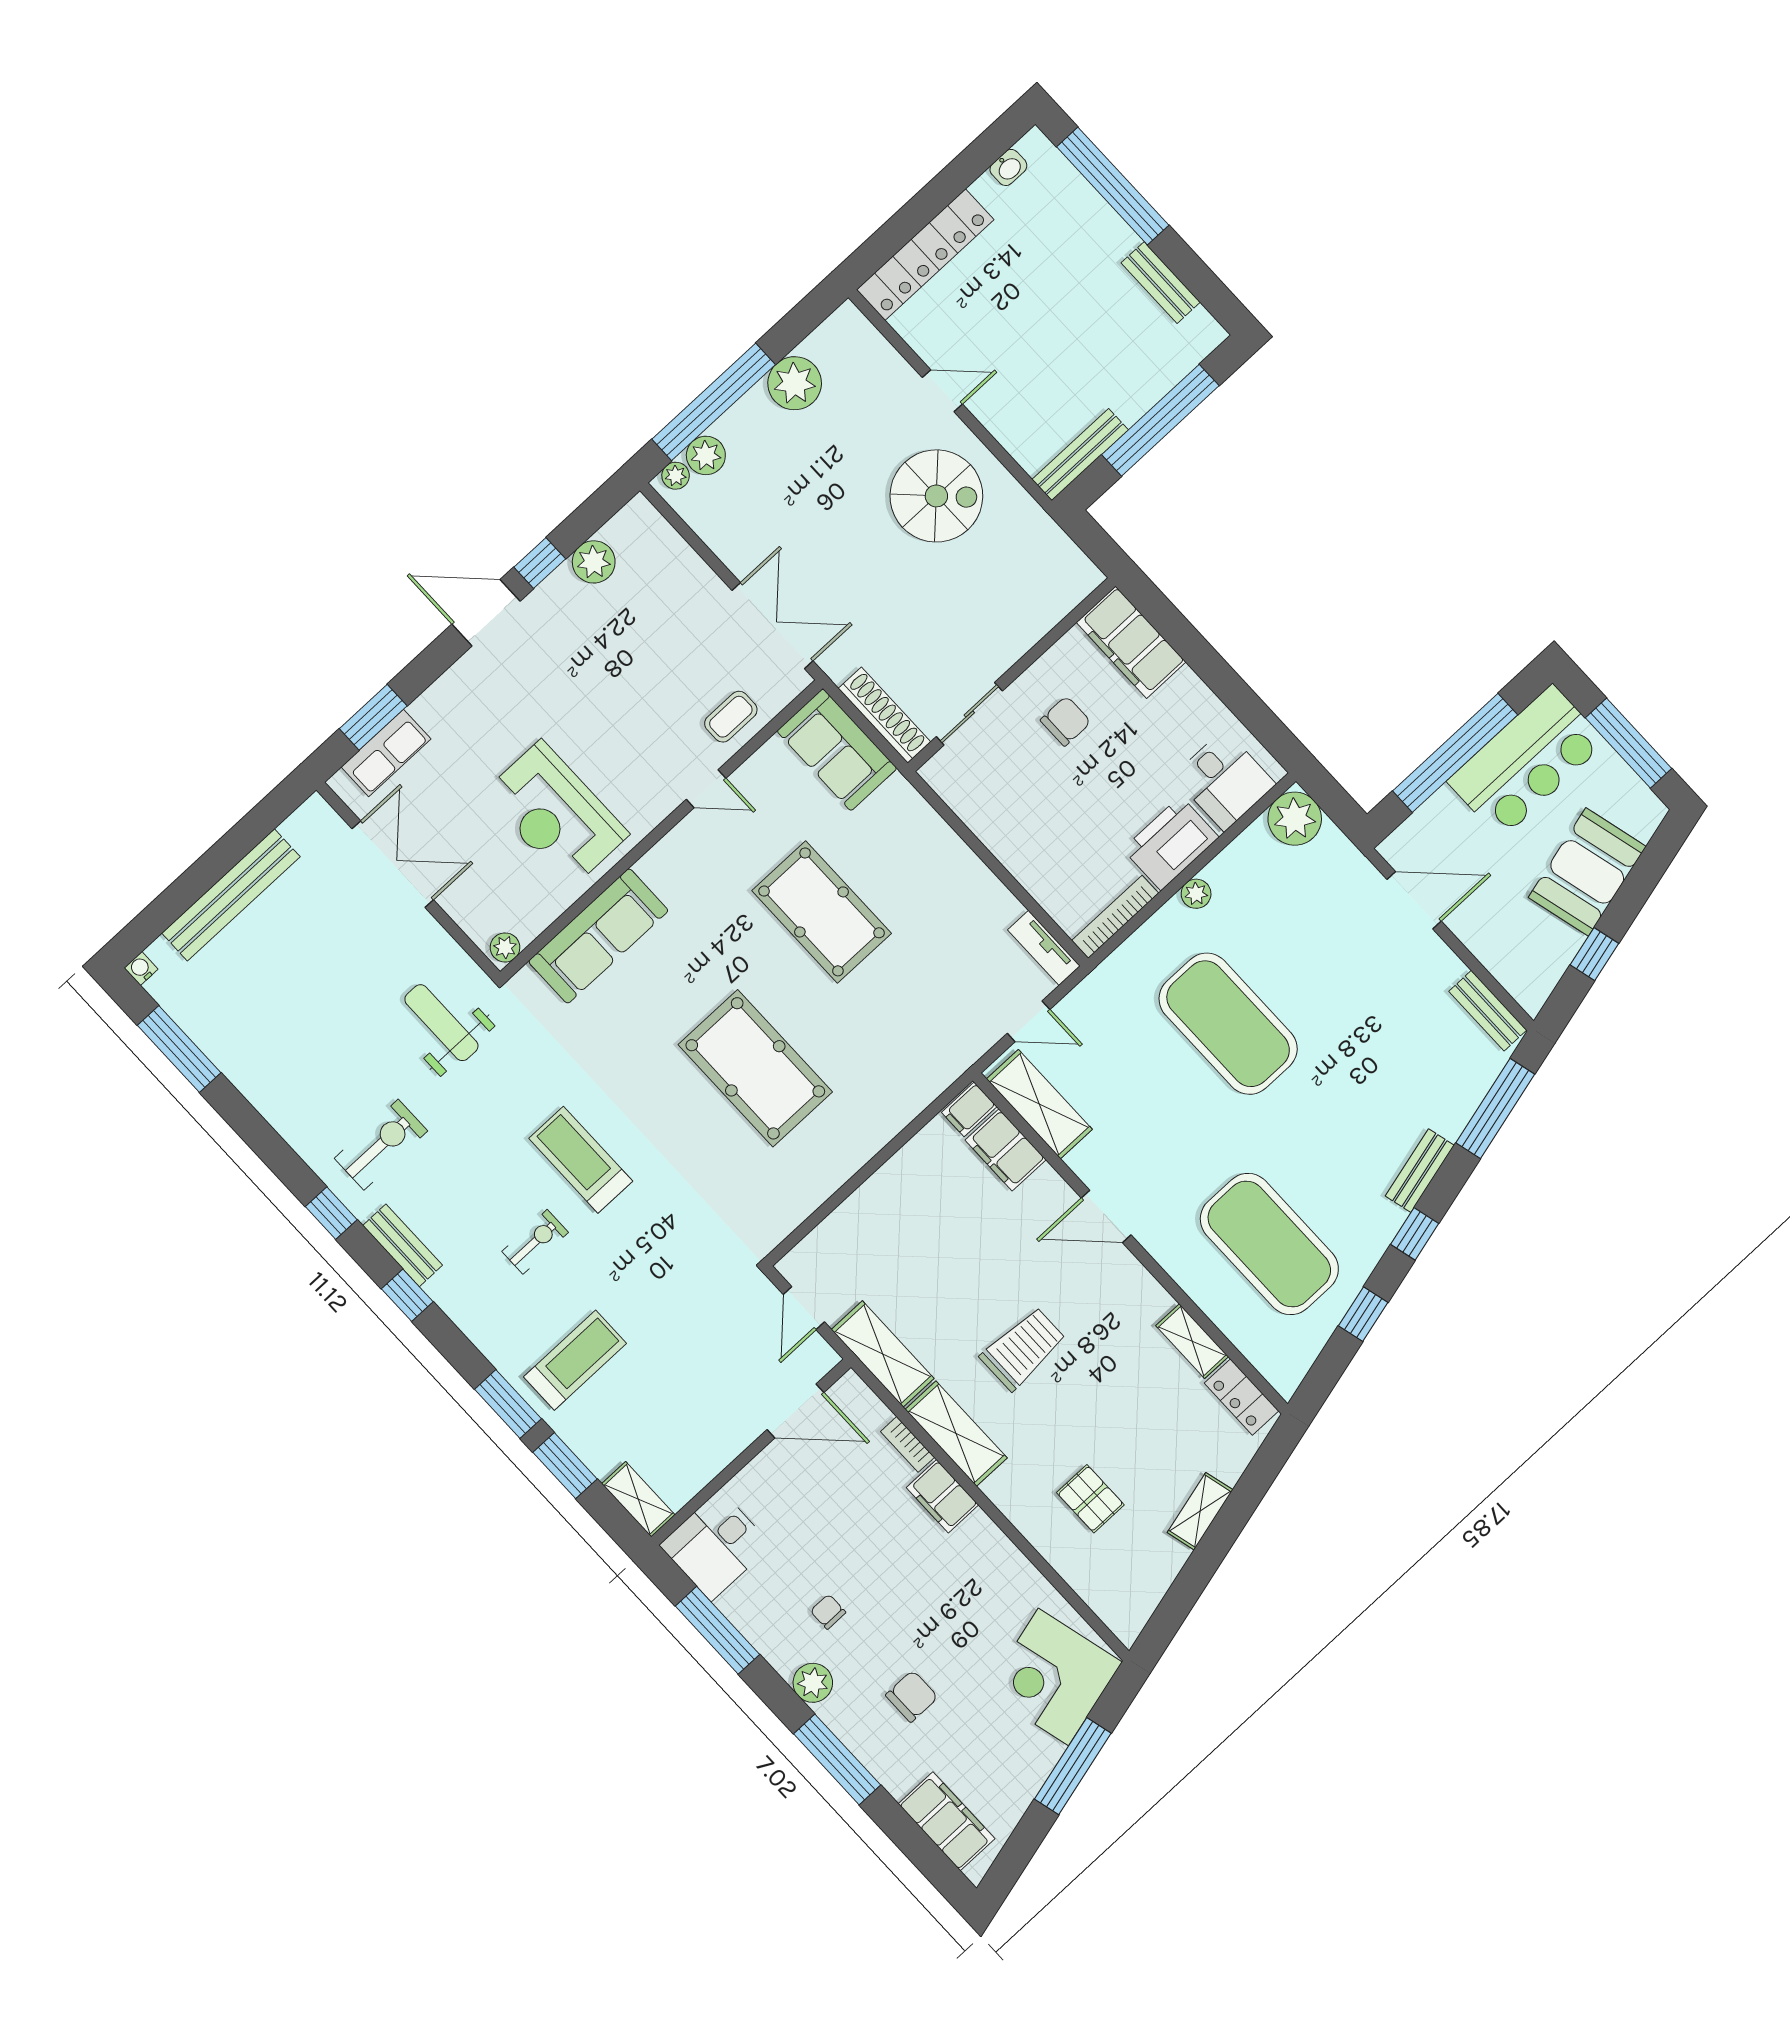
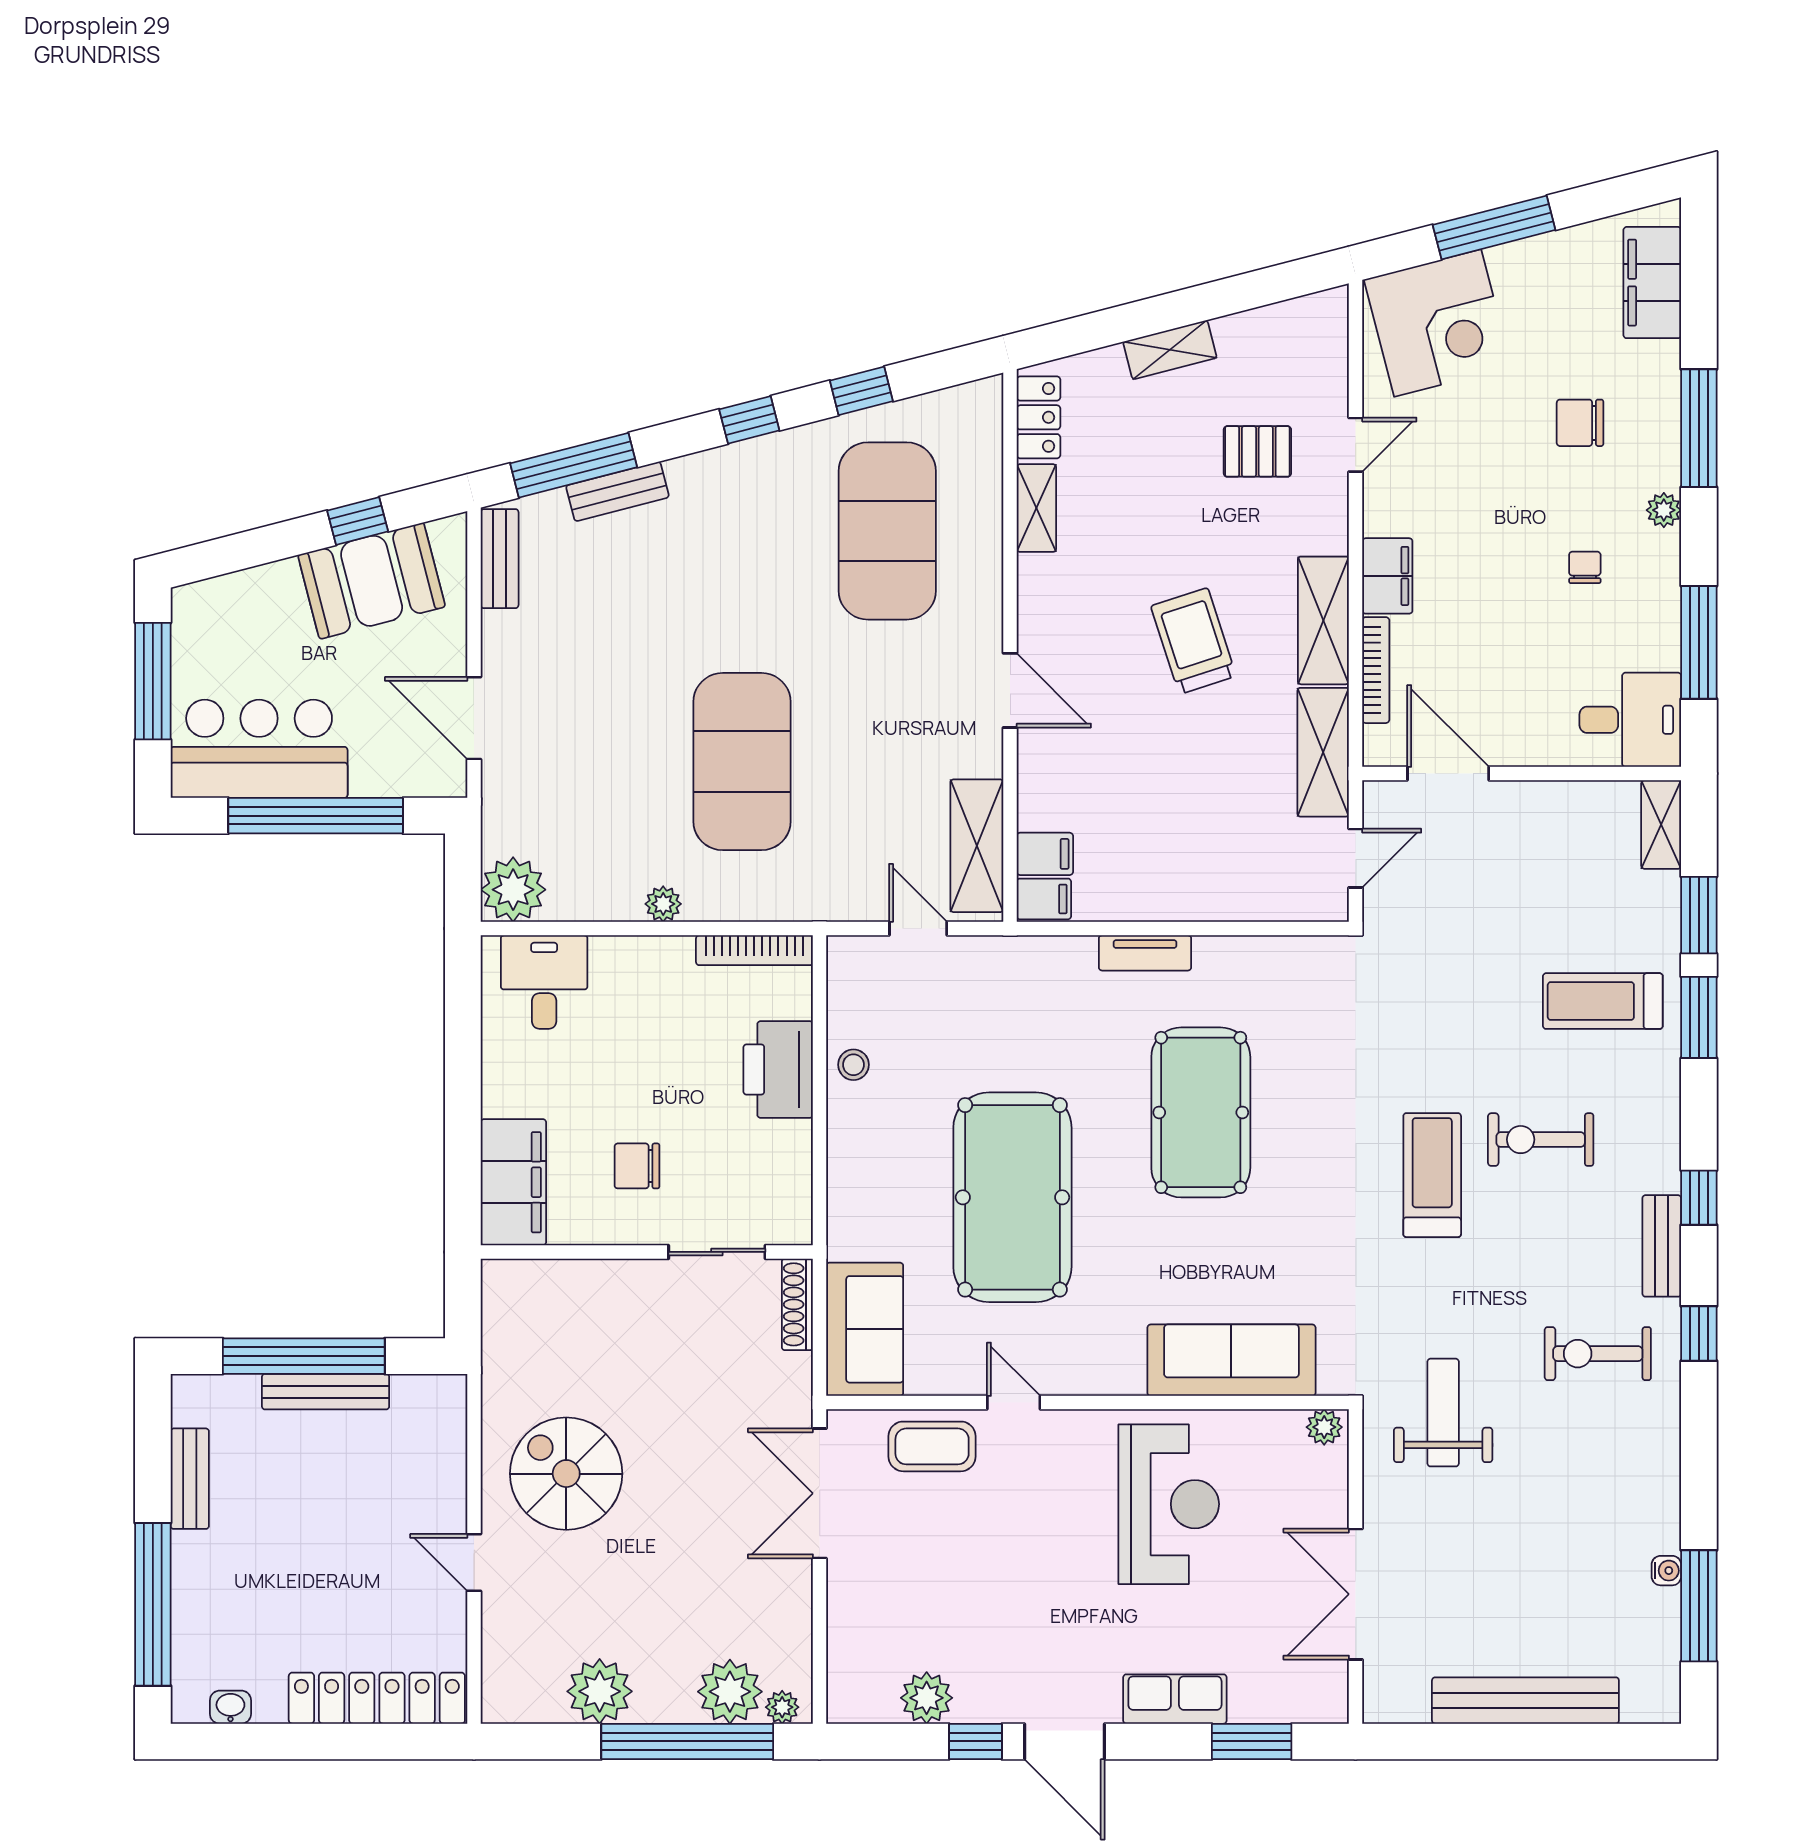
plant: (706, 455) -> (730, 1692), width x1.36, depth x1.36
bench: (1080, 455) -> (326, 1392), moved
shoe rack: (884, 715) -> (797, 1304), width x0.74, depth x0.81
coffee table: (731, 717) -> (932, 1446), width x1.36, depth x1.30
row of seats: (386, 753) -> (1175, 1699), moved
printer: (1171, 843) -> (778, 1069), moved, turned 90
booth: (1587, 872) -> (372, 581), moved
stool: (992, 903) -> (853, 1065), added
pool table: (822, 912) -> (1012, 1197), width x1.36, depth x1.32
tv unit: (1044, 948) -> (1145, 953), moved, turned 90
water cooler: (141, 969) -> (1666, 1571), moved, turned -90
weight bench: (441, 1023) -> (1443, 1413), turned 180
filing cabinet: (1006, 1150) -> (1045, 854), width x0.50
treadmill: (581, 1160) -> (1432, 1175), turned 180
bench: (1420, 1171) -> (617, 491), moved
exercise bike: (535, 1242) -> (1541, 1140), width x1.38, depth x1.39
trolley: (1023, 1349) -> (1193, 641), turned 72
bookcase: (907, 1444) -> (1376, 670), width x1.56
pallet: (1090, 1499) -> (1257, 451), turned 90
door: (1035, 1558) -> (1356, 445), added
chair: (828, 1612) -> (1585, 567), turned 180
plant: (813, 1683) -> (1664, 510), width x0.73, depth x0.73

